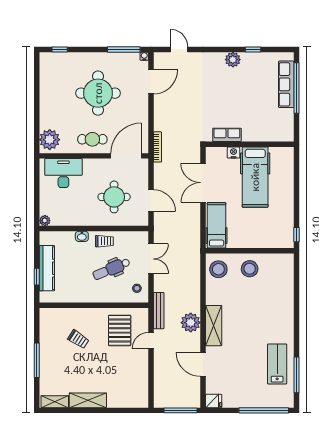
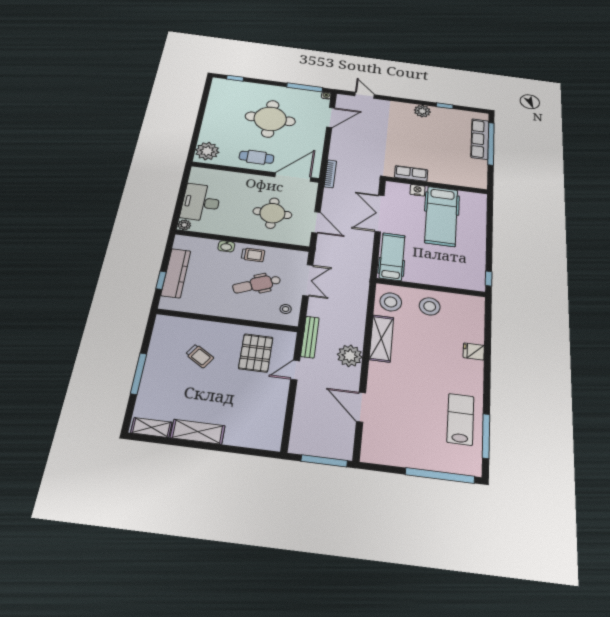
desk: (63, 173) -> (201, 202), moved, turned -90
shelving: (214, 326) -> (381, 338), moved
fridge: (214, 401) -> (474, 351), moved, turned 180

